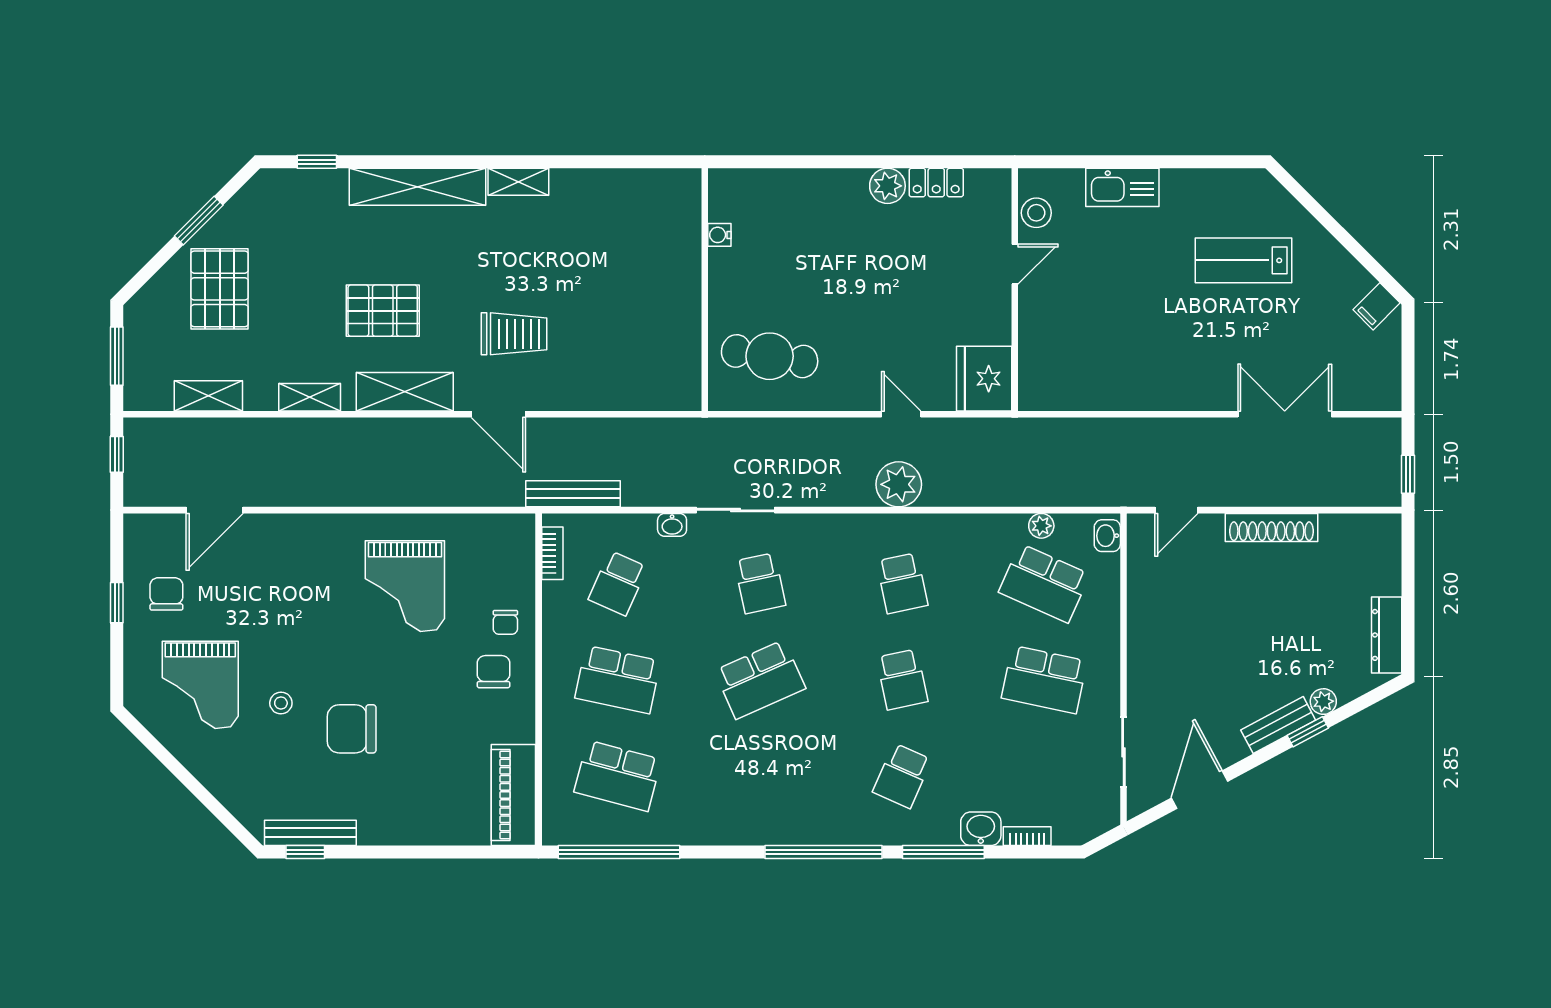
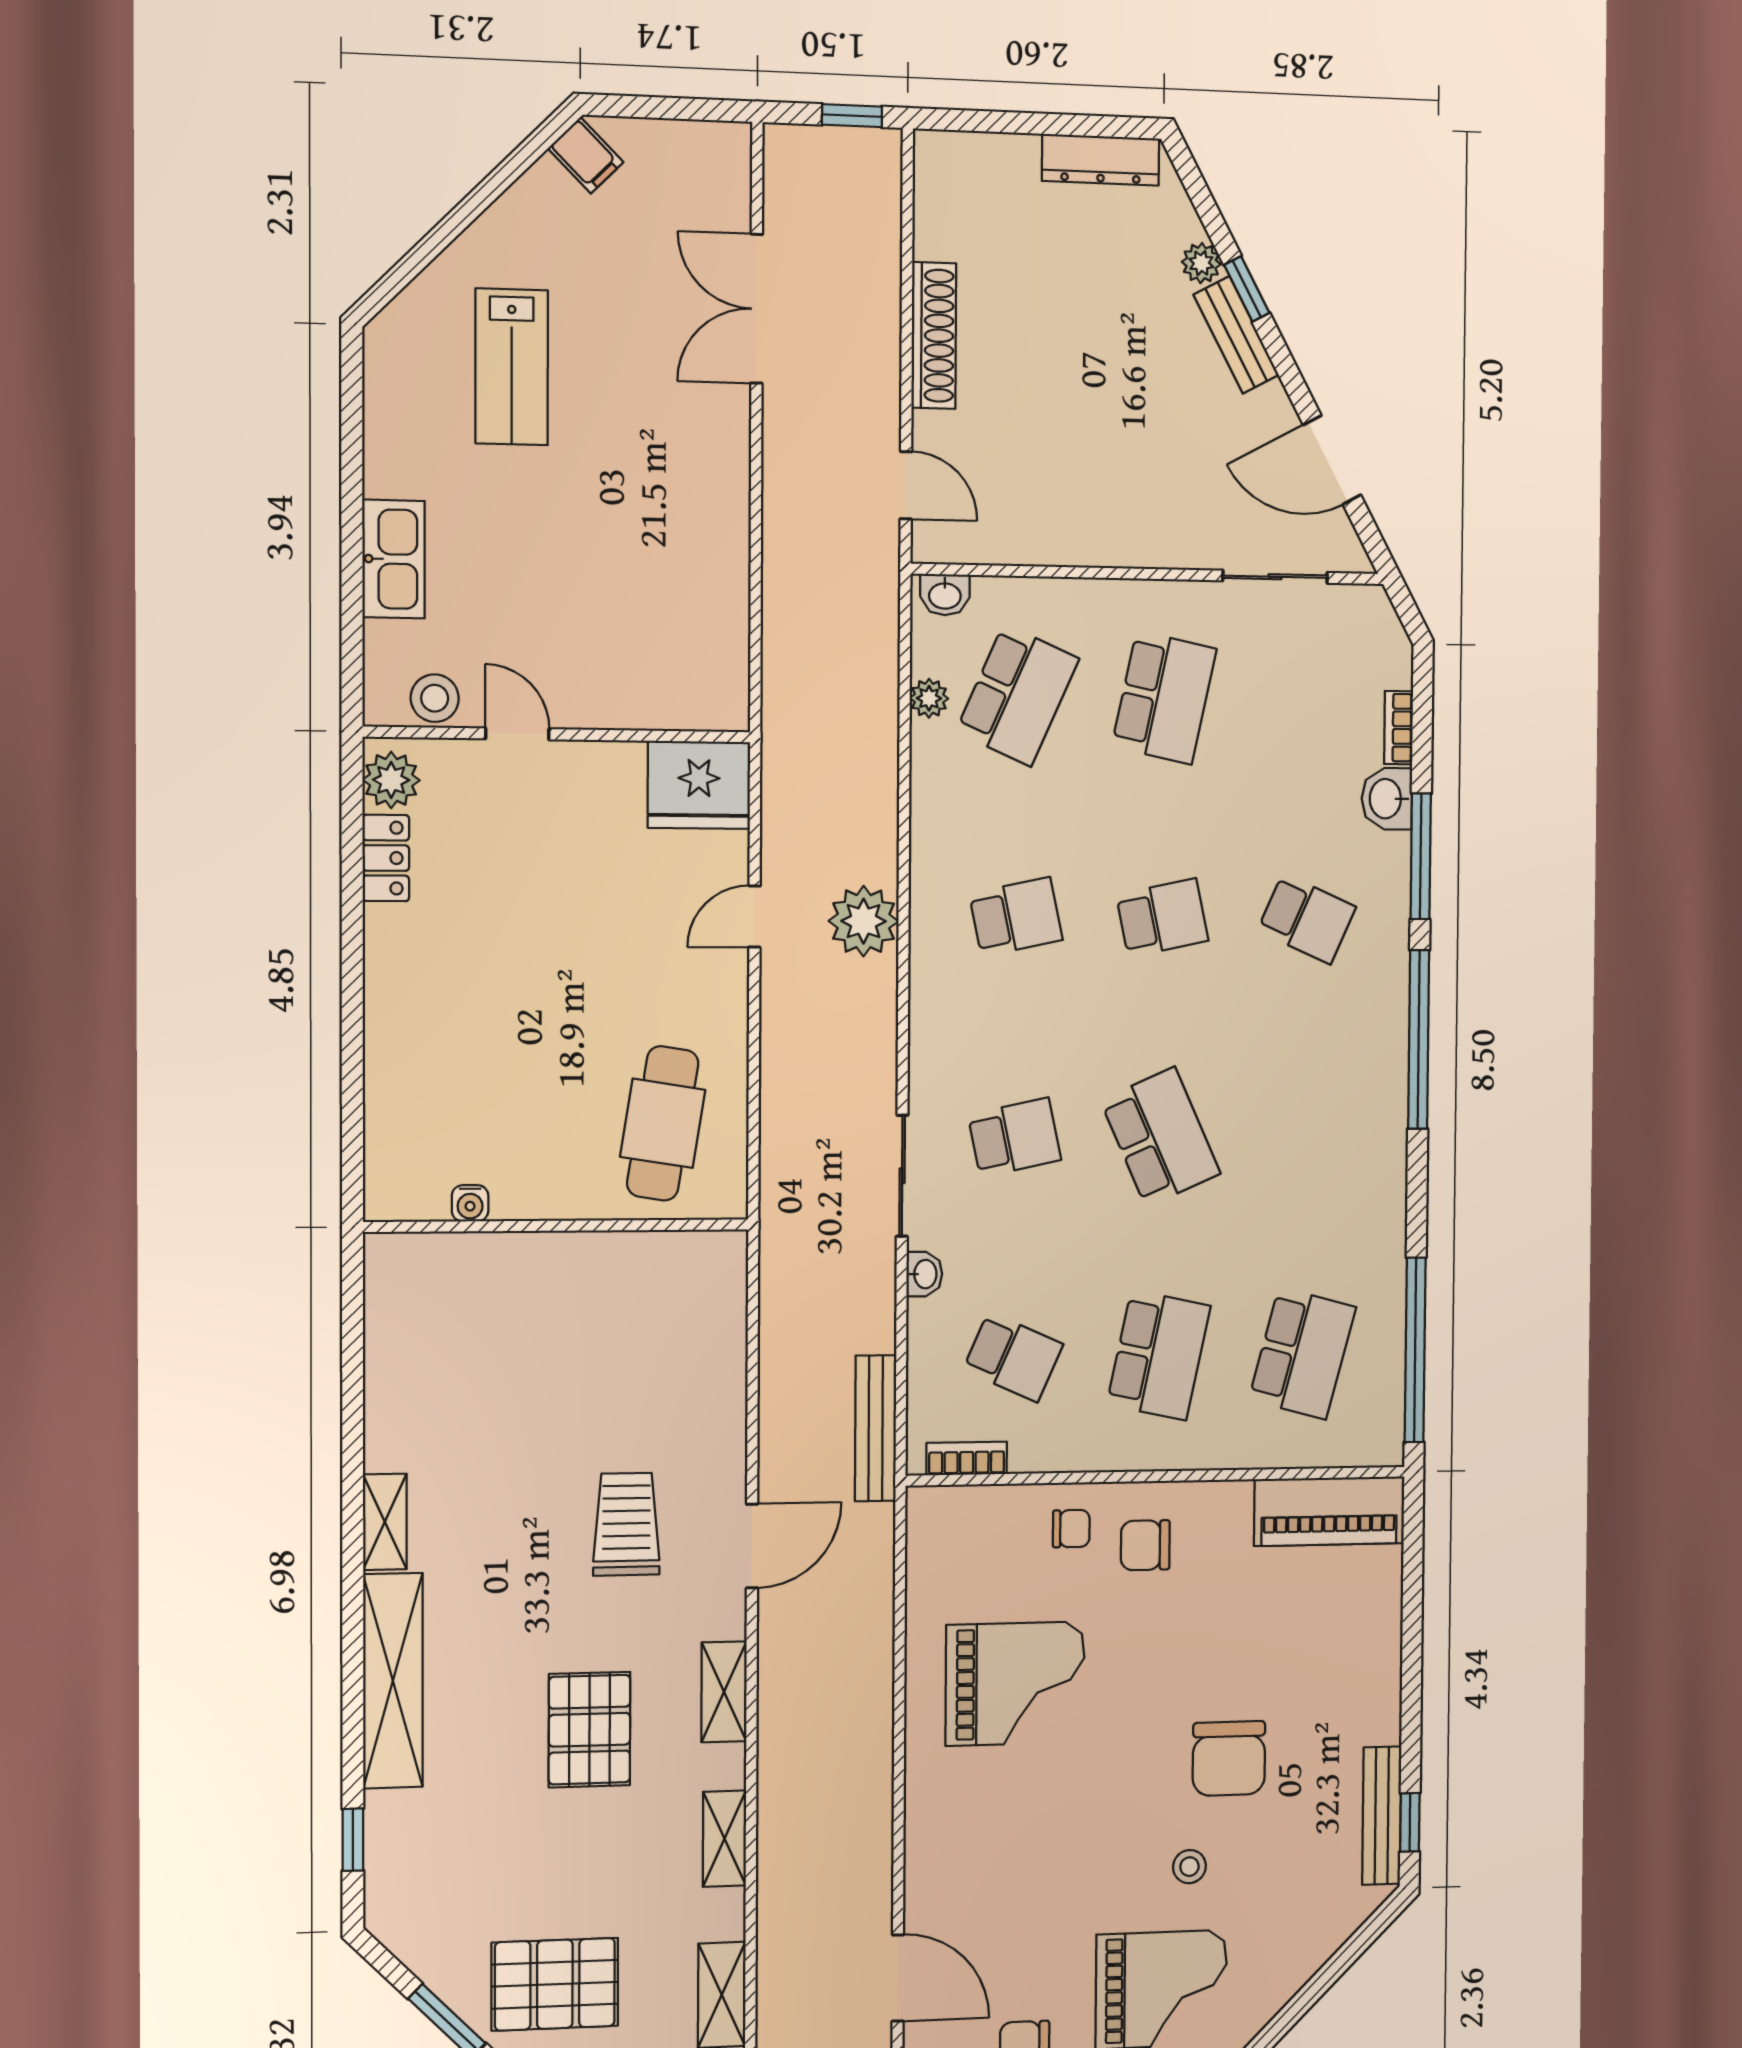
plant: (887, 186) -> (391, 780), moved
shelving: (405, 392) -> (724, 1692), width x0.67, depth x0.75

